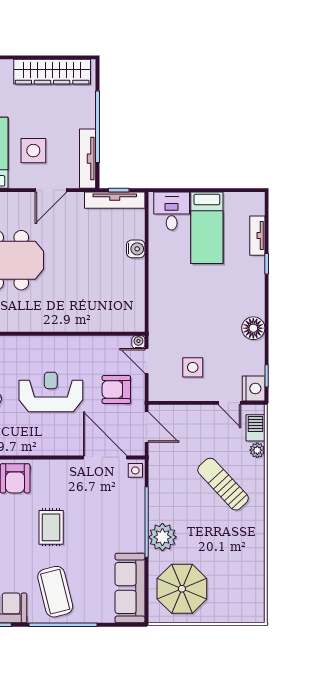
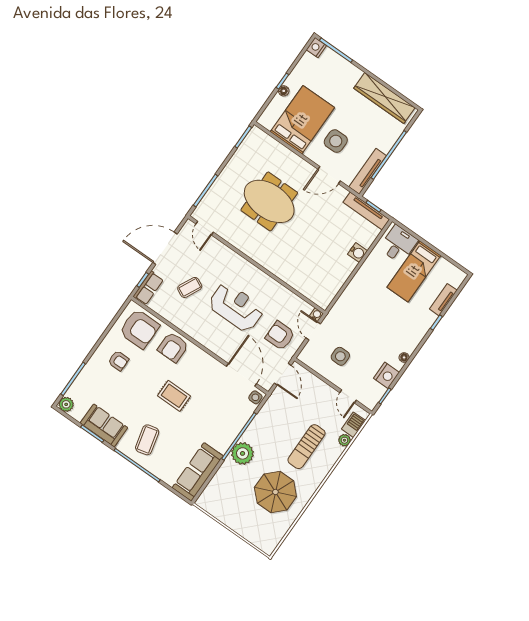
floor lamp: (253, 328) -> (404, 357), width x0.53, depth x0.53
nightstand: (254, 389) -> (386, 375), moved
sun lounger: (223, 484) -> (306, 447), turned -137
rug: (51, 527) -> (174, 396), turned 90
parasol: (182, 589) -> (275, 492), moved
coffee table: (55, 592) -> (147, 440), width x0.73, depth x0.76

